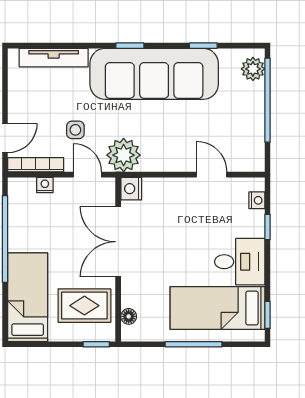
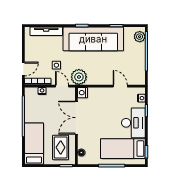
desk: (240, 262) -> (133, 123), width x1.37
rug: (84, 306) -> (61, 147), turned 90

